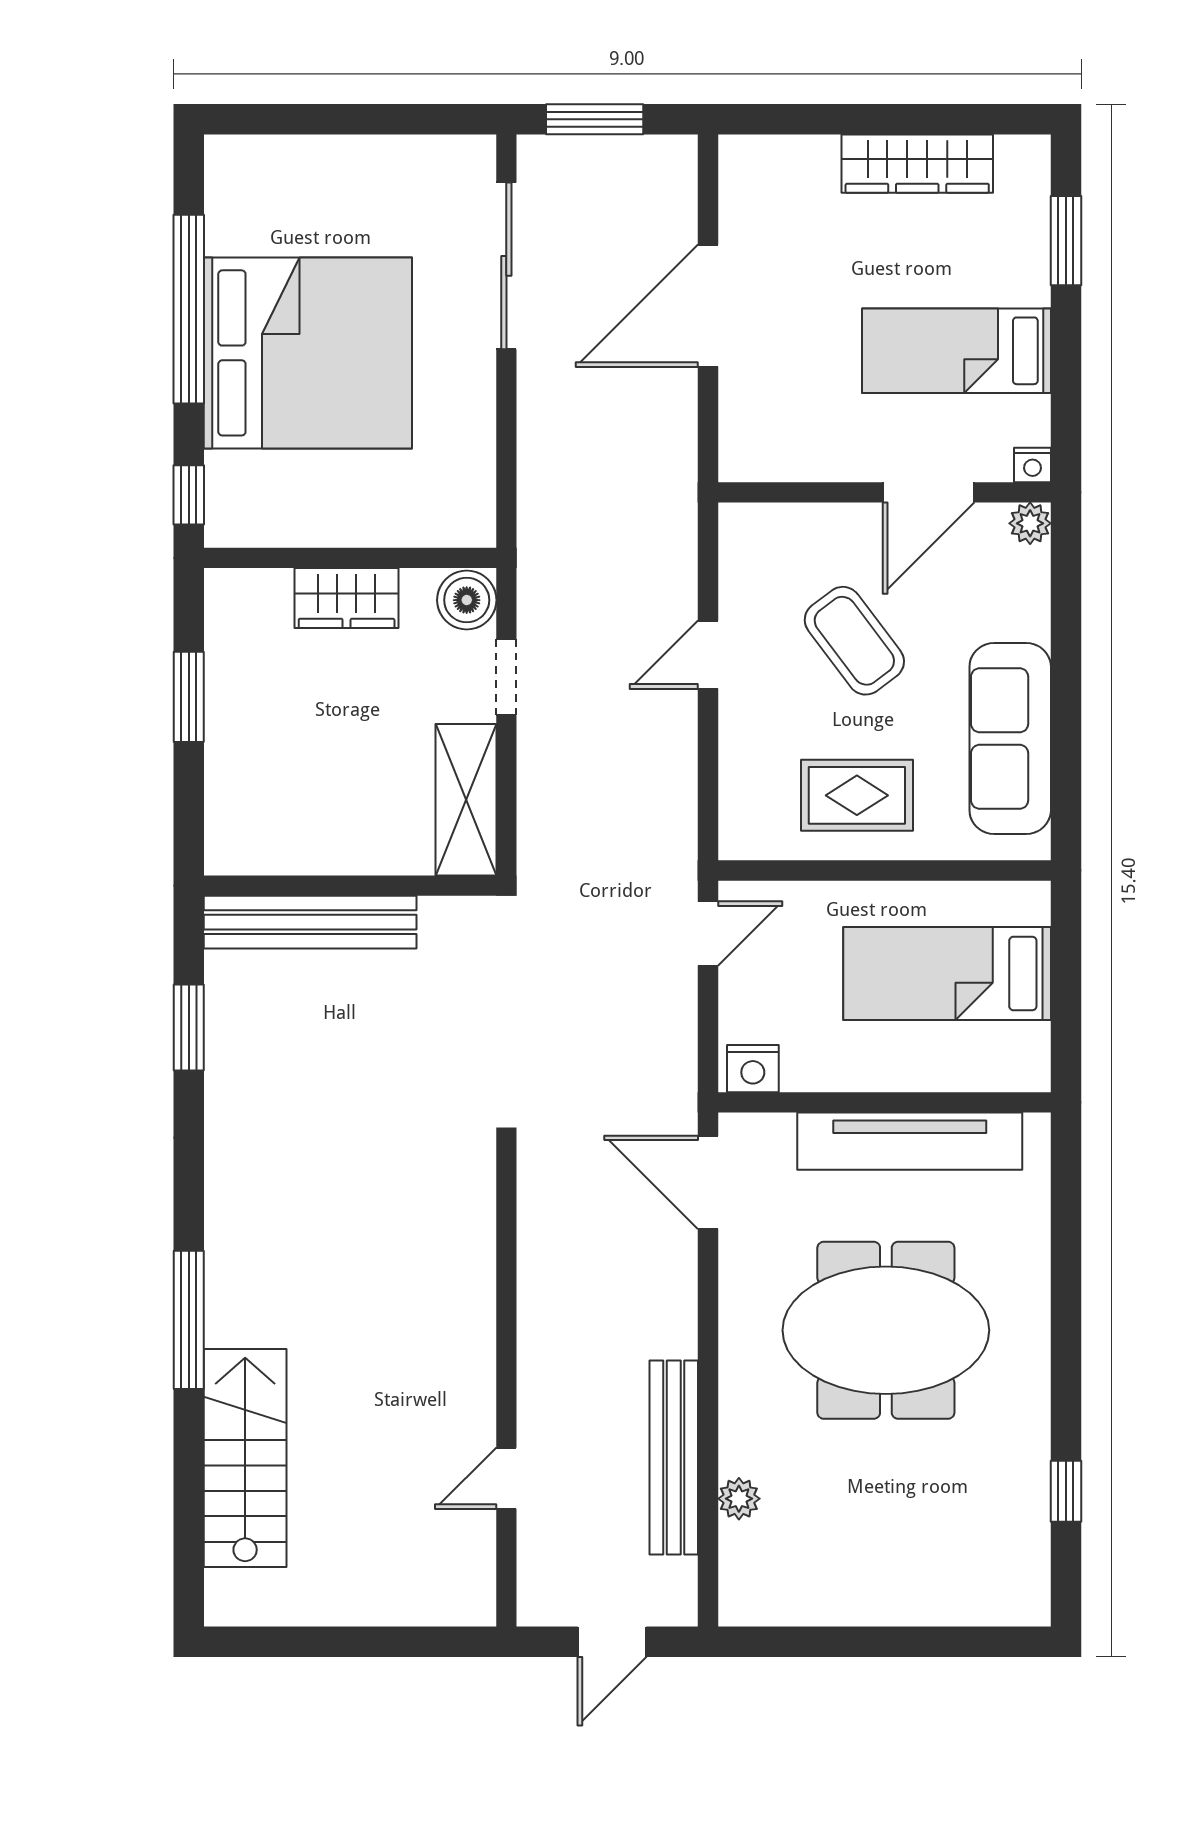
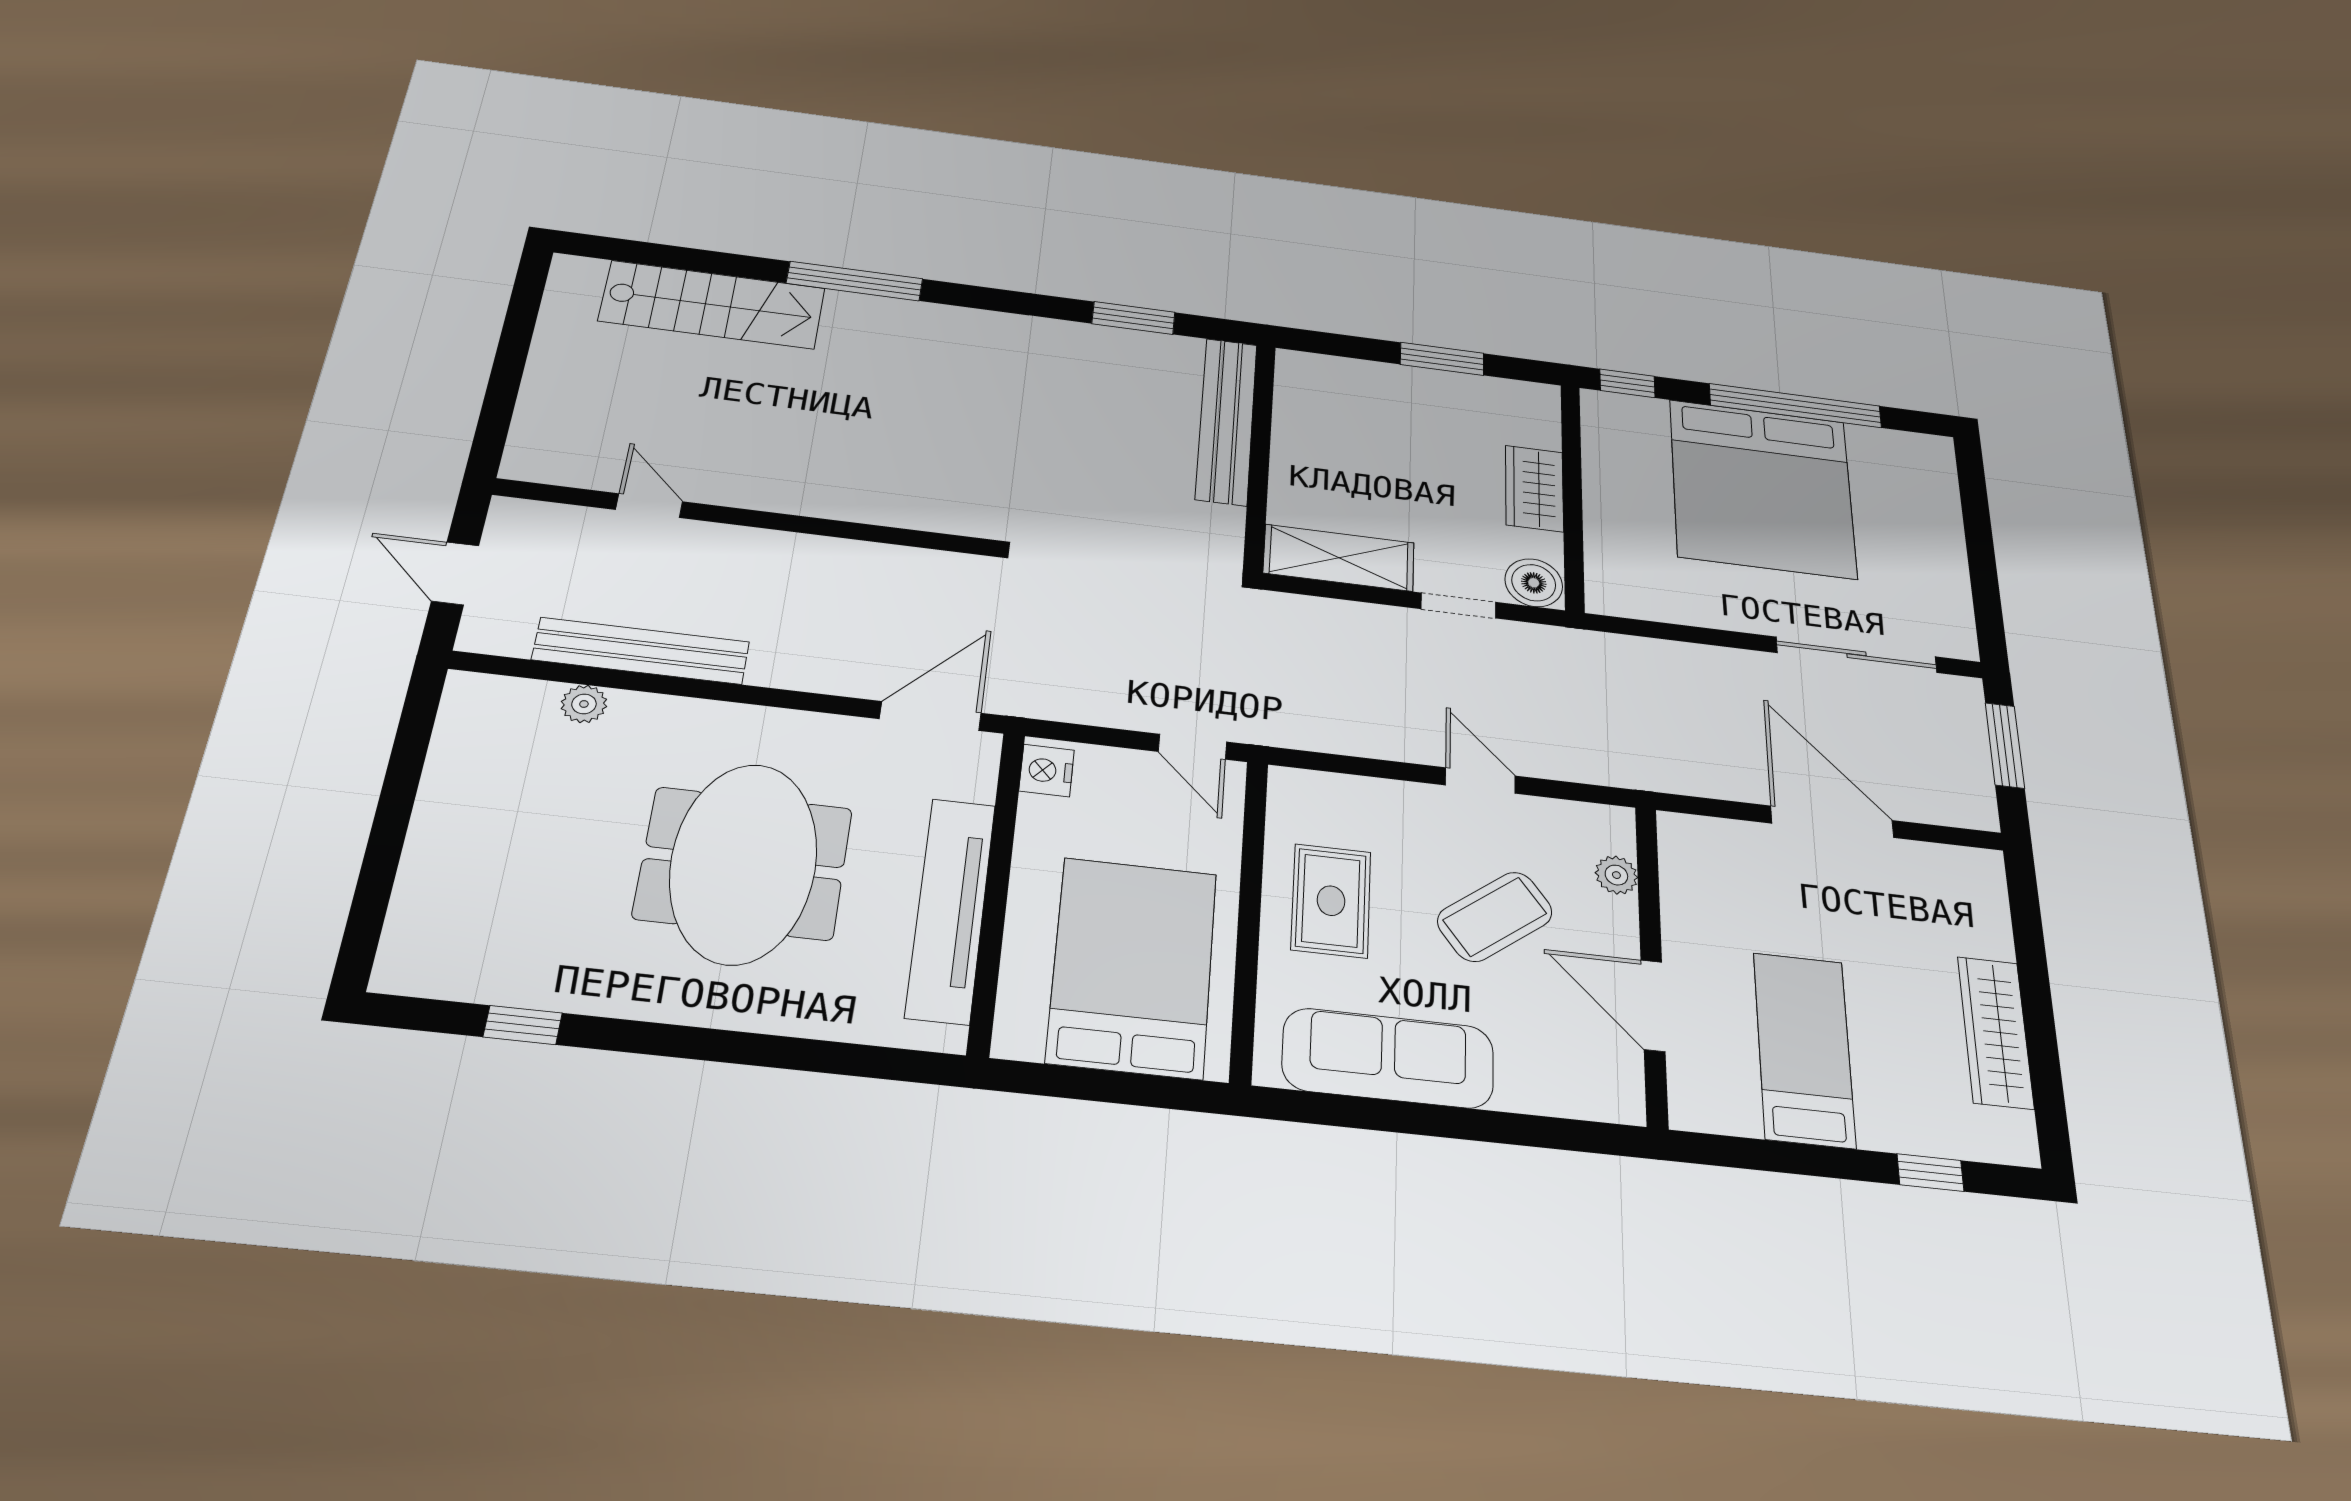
window: (1066, 241) -> (1930, 1173), width x0.67
nightstand: (1032, 465) -> (1687, 1113), removed
plant: (1030, 523) -> (1616, 875), moved
bed: (947, 974) -> (1133, 967), width x1.50

